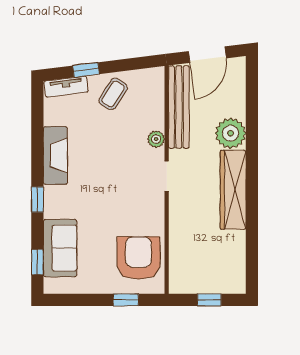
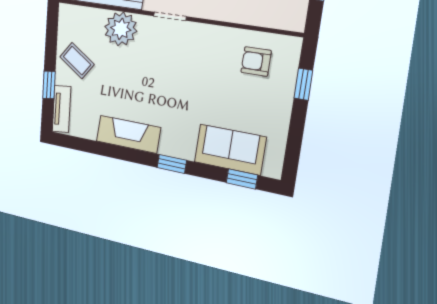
plant: (156, 139) -> (121, 29), width x1.88, depth x1.88
armchair: (138, 258) -> (256, 61), width x0.53, depth x0.53

